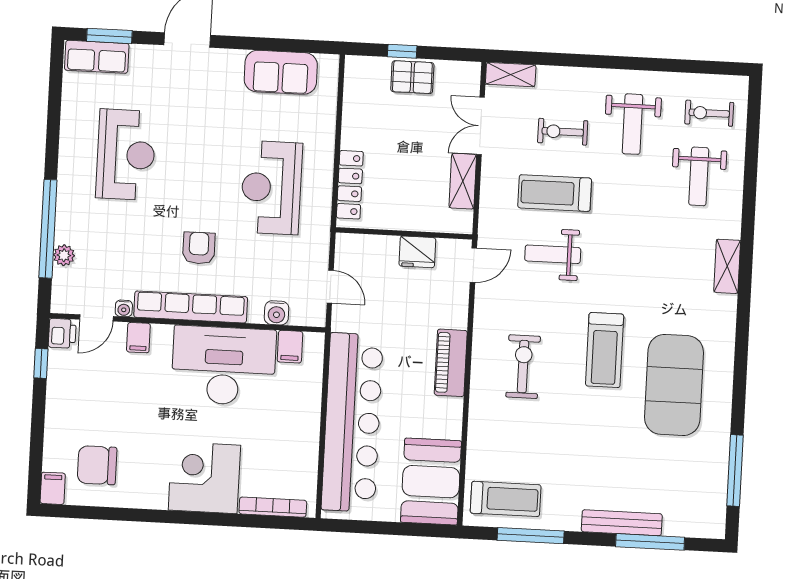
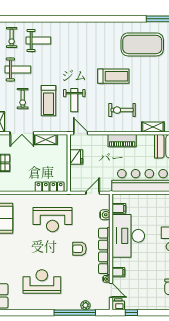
shelving: (727, 266) -> (153, 127), moved
exercise mat: (674, 385) -> (142, 44), moved

